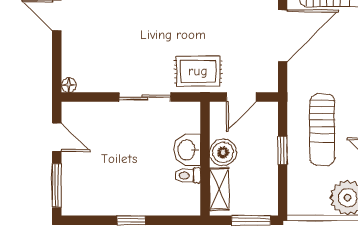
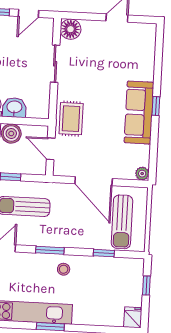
floor lamp: (69, 85) -> (71, 29), width x1.89, depth x1.89
sliding door: (145, 97) -> (55, 64), moved

